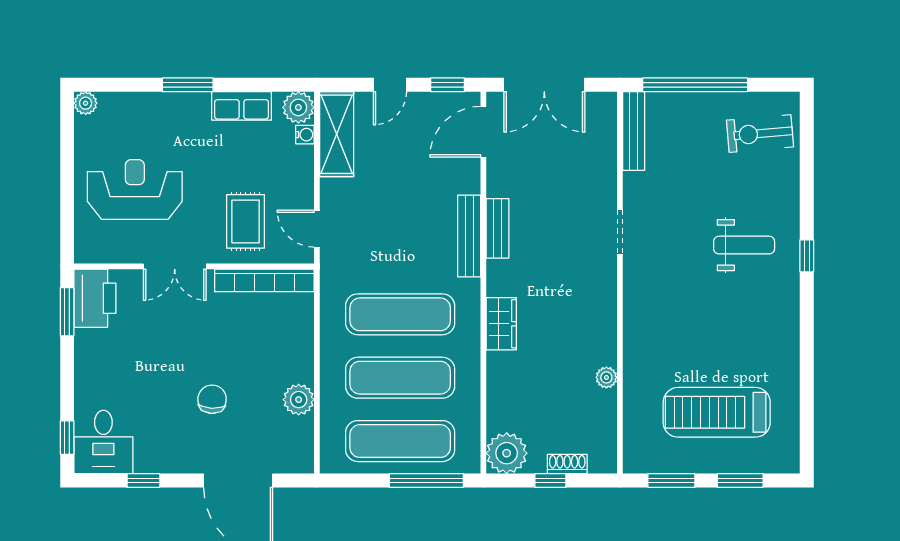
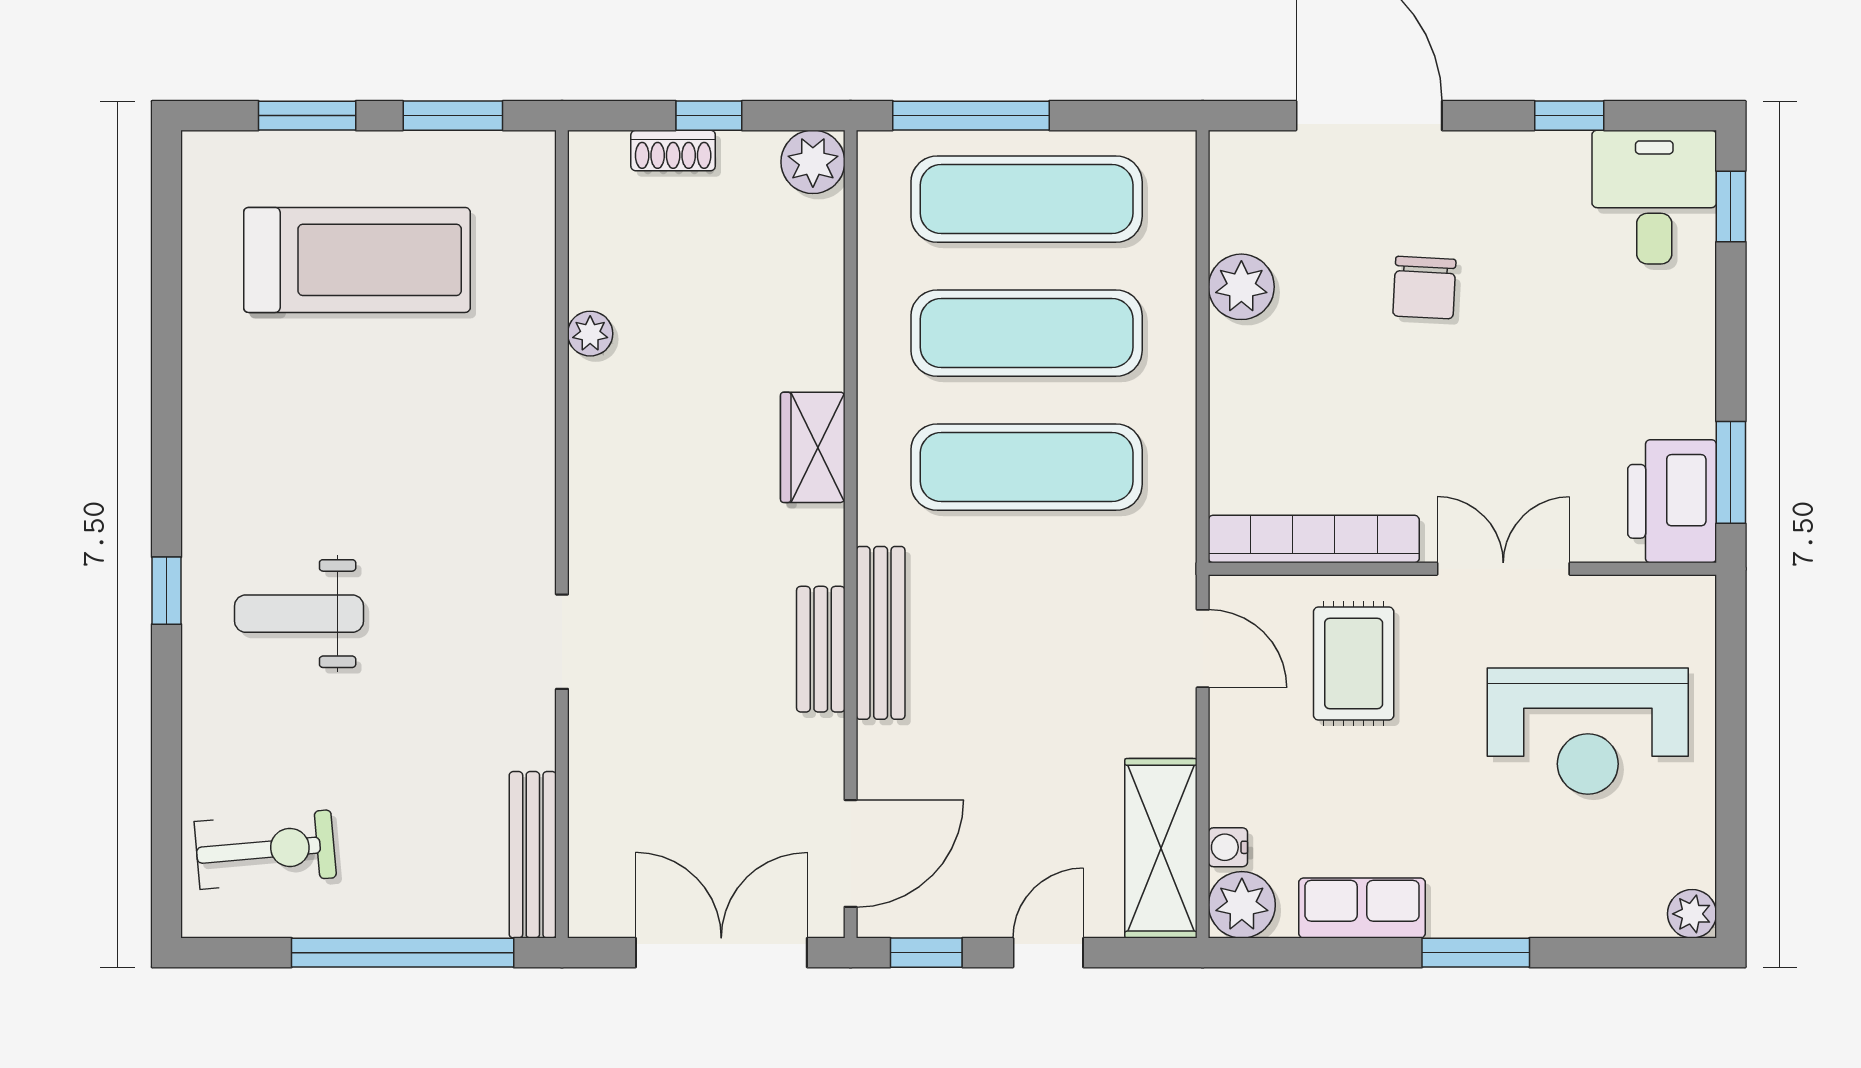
plant: (507, 453) -> (813, 162), width x0.73, depth x0.73

